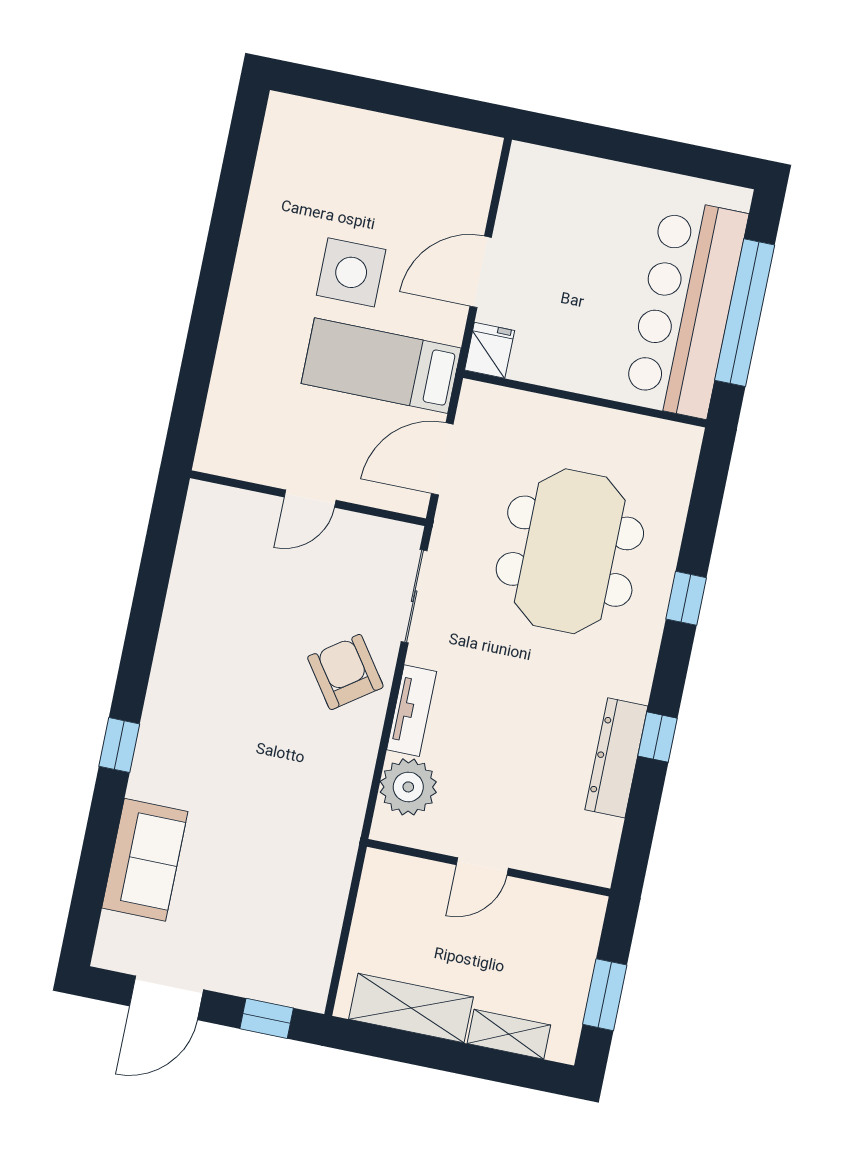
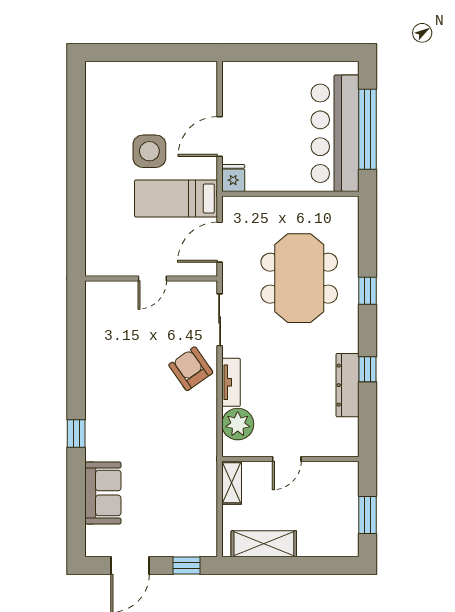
shelving: (509, 1034) -> (232, 483), moved, turned 90

